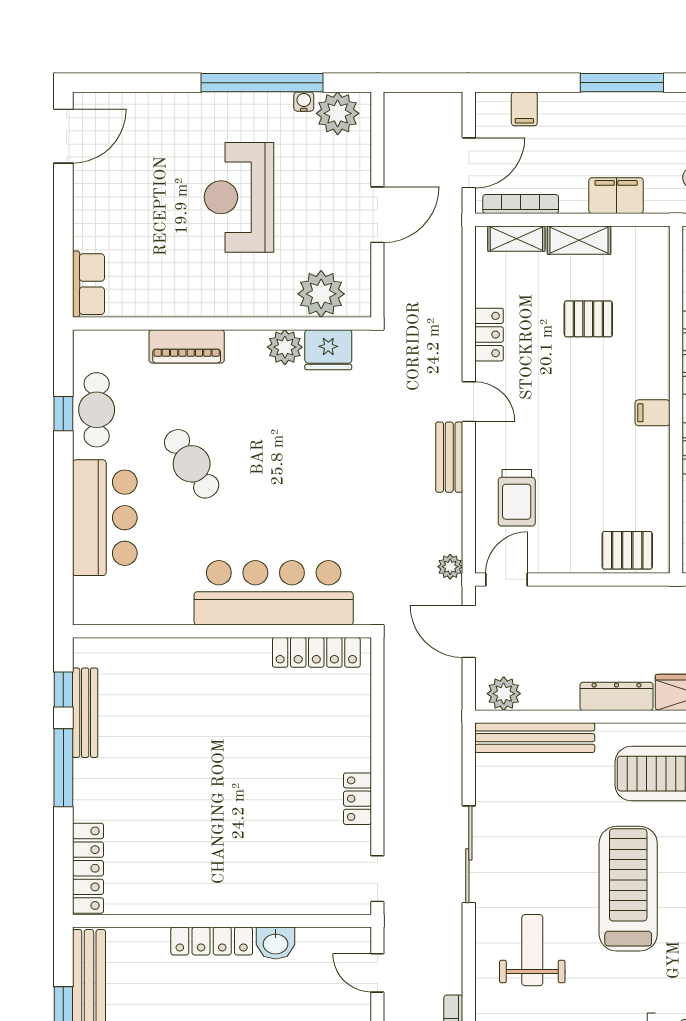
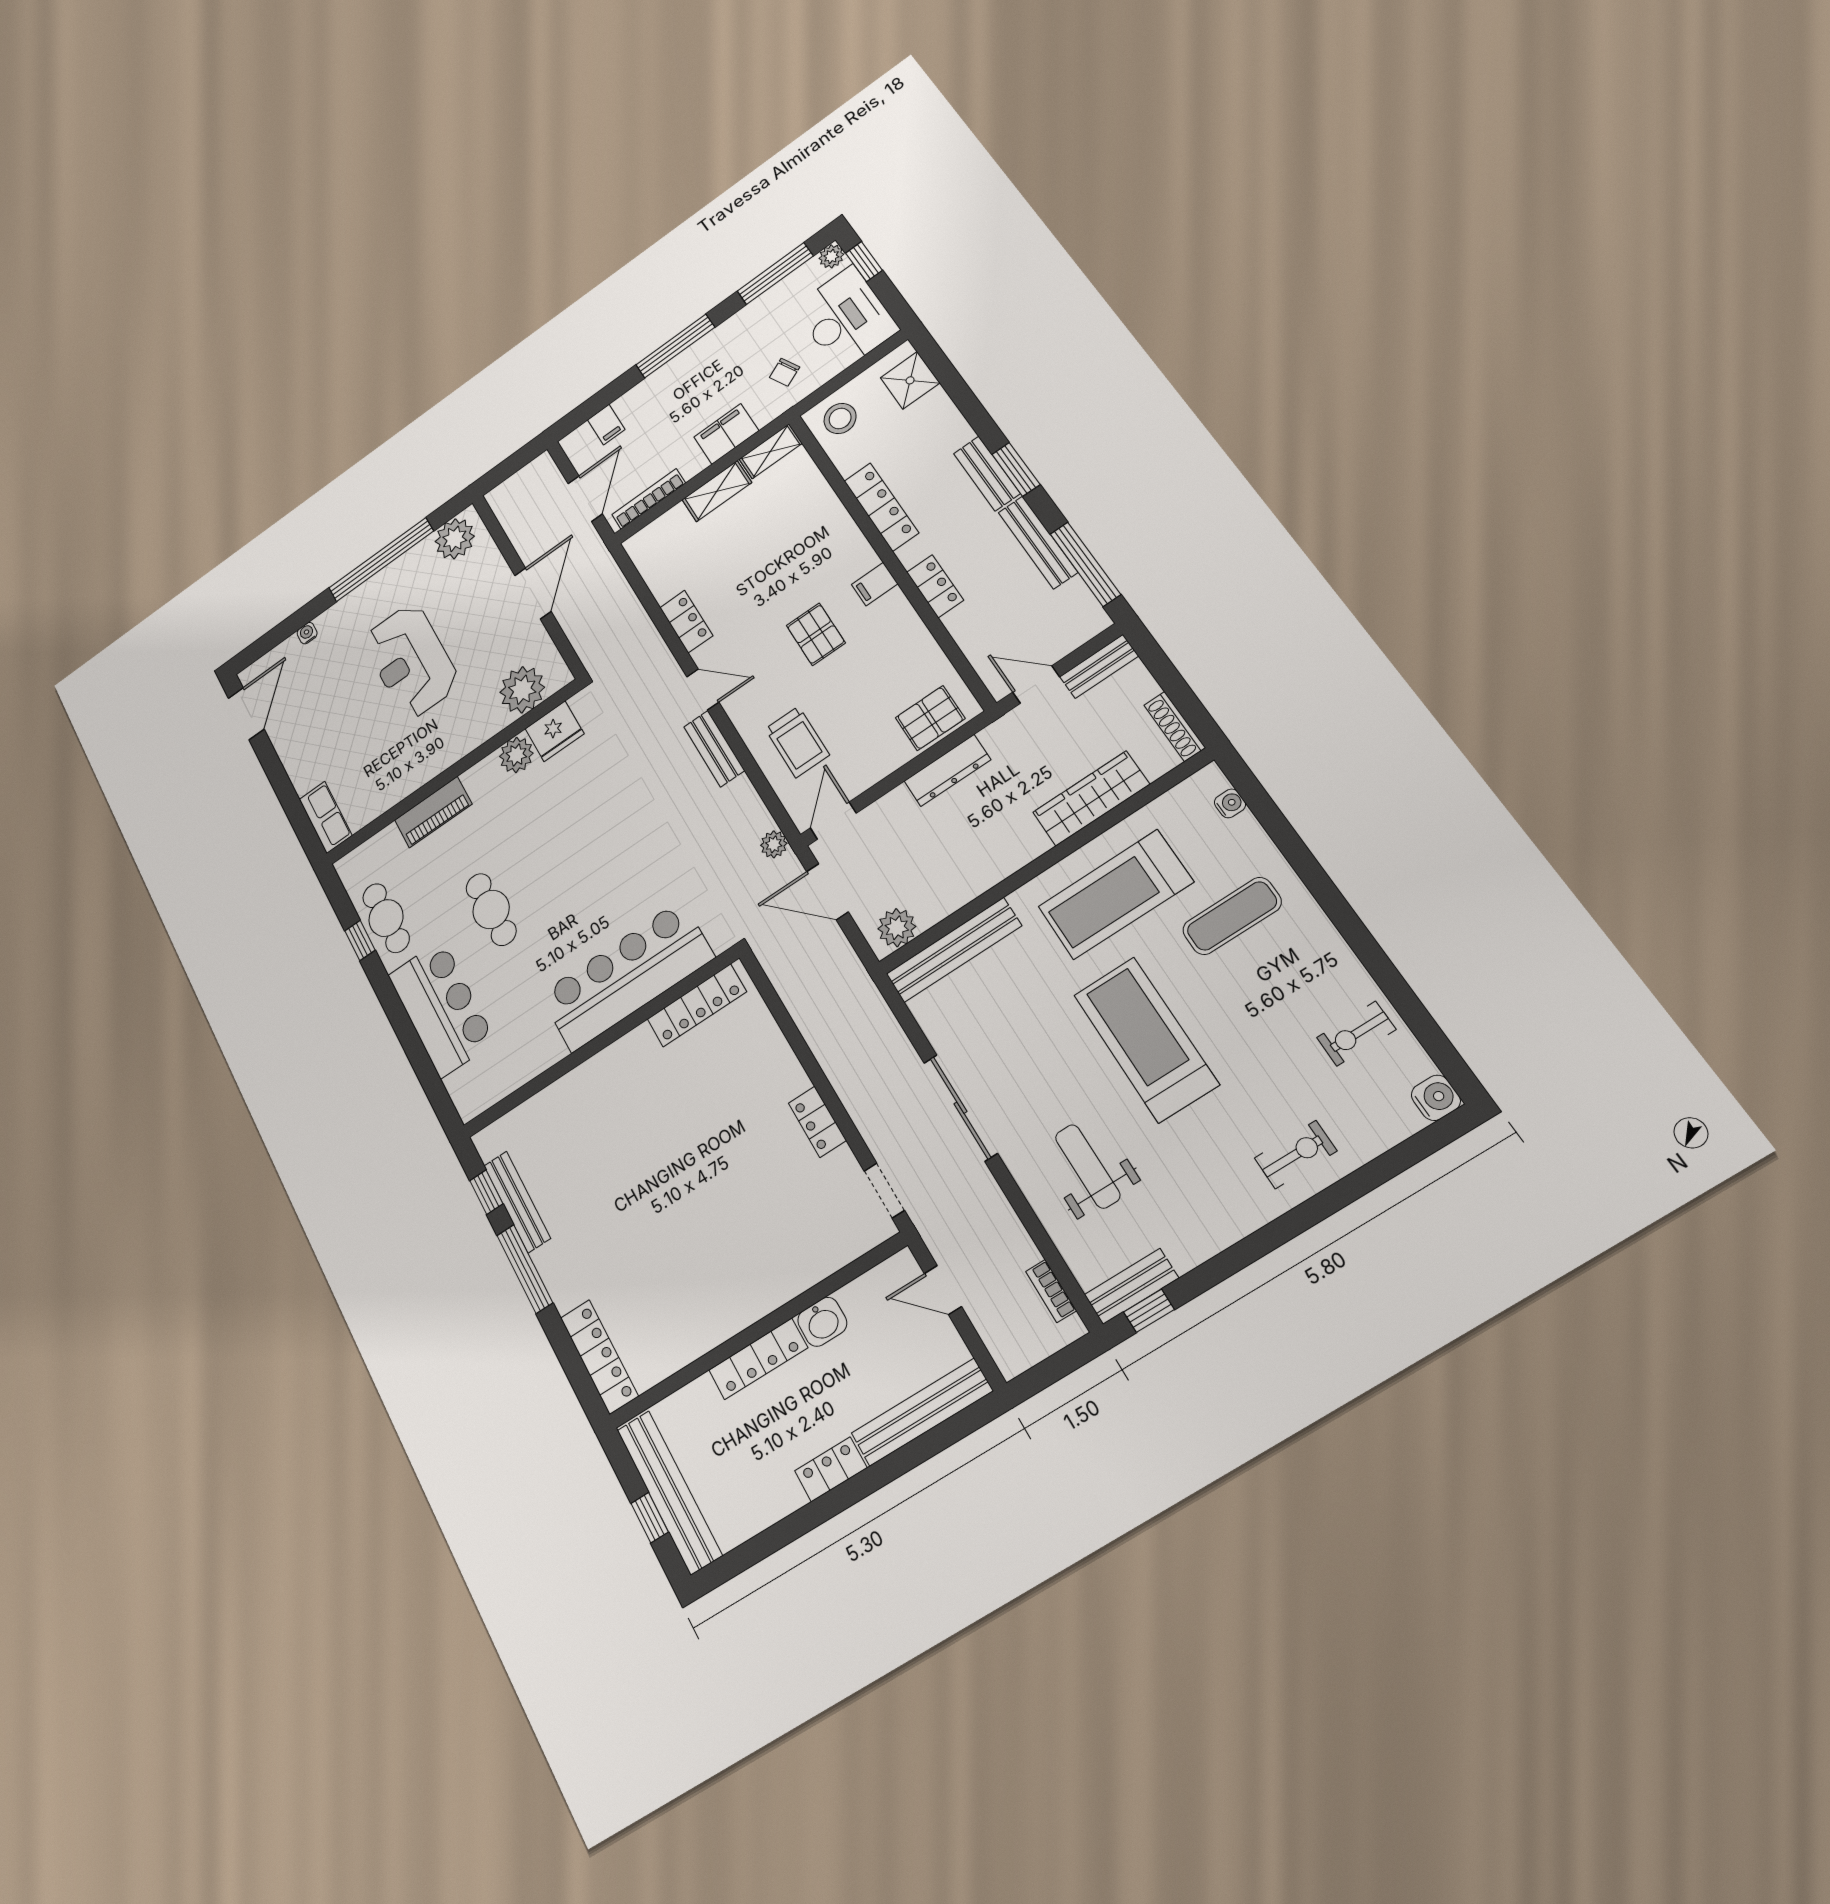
water cooler: (304, 102) -> (307, 633), moved
shelving: (516, 239) -> (771, 451), moved
pallet: (588, 319) -> (816, 634), moved, turned 90
cafe table: (192, 464) -> (491, 909), turned 33
dresser: (617, 696) -> (947, 770), moved, turned 180

